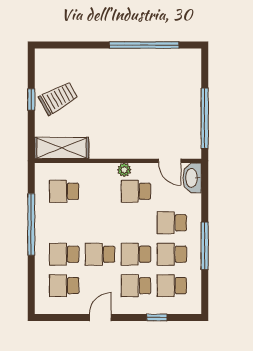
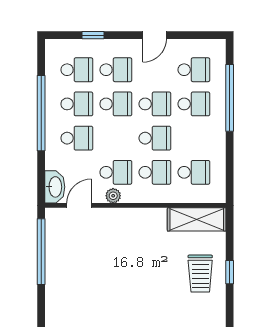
trolley: (58, 98) -> (200, 274), turned -61
door: (170, 161) -> (79, 205), hinge flipped
plant: (124, 170) -> (113, 196), moved
school desk: (100, 191) -> (155, 172), added
school desk: (100, 223) -> (155, 138), added
window: (31, 224) -> (230, 98), moved
window: (205, 246) -> (41, 113), width x1.46

